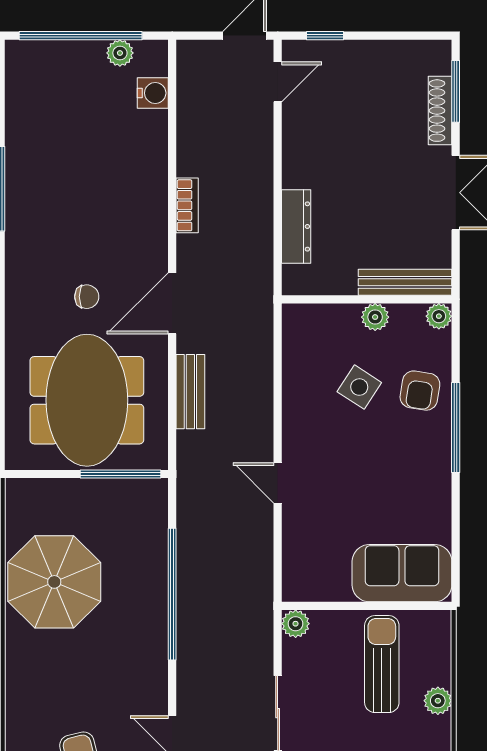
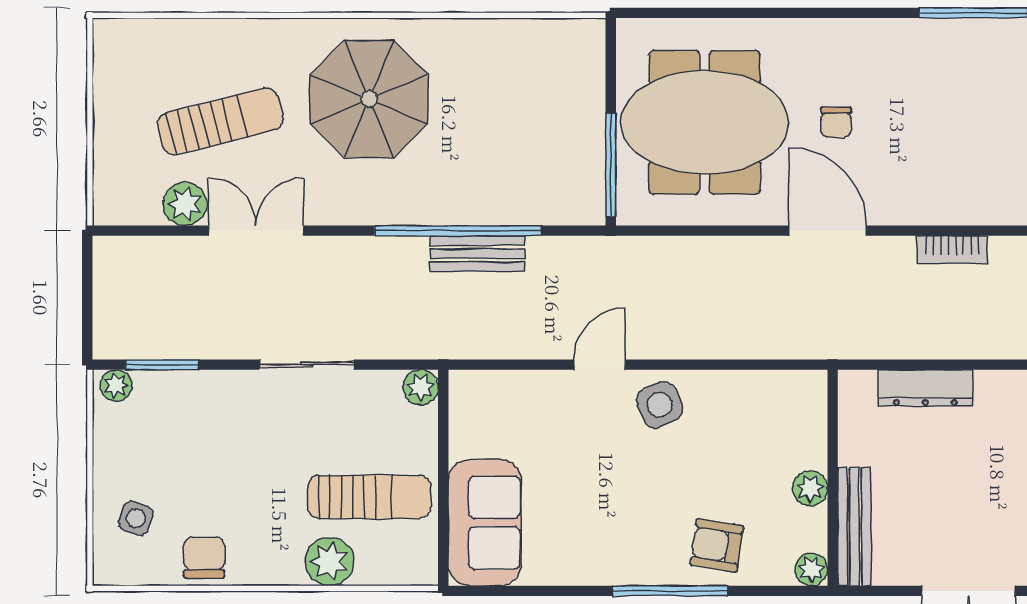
side table: (359, 387) -> (660, 405), moved, turned 33
bench: (190, 392) -> (477, 254), moved
parasol: (54, 582) -> (369, 99), moved
plant: (438, 701) -> (329, 561), width x1.38, depth x1.38

